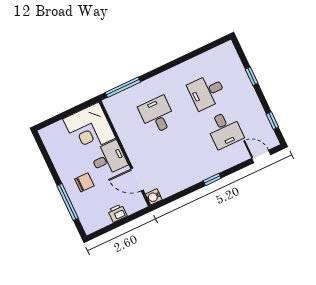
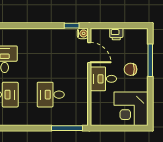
desk: (157, 115) -> (51, 95), turned 90
corner desk: (89, 129) -> (131, 109), moved, turned 180
window: (212, 179) -> (72, 26), moved

